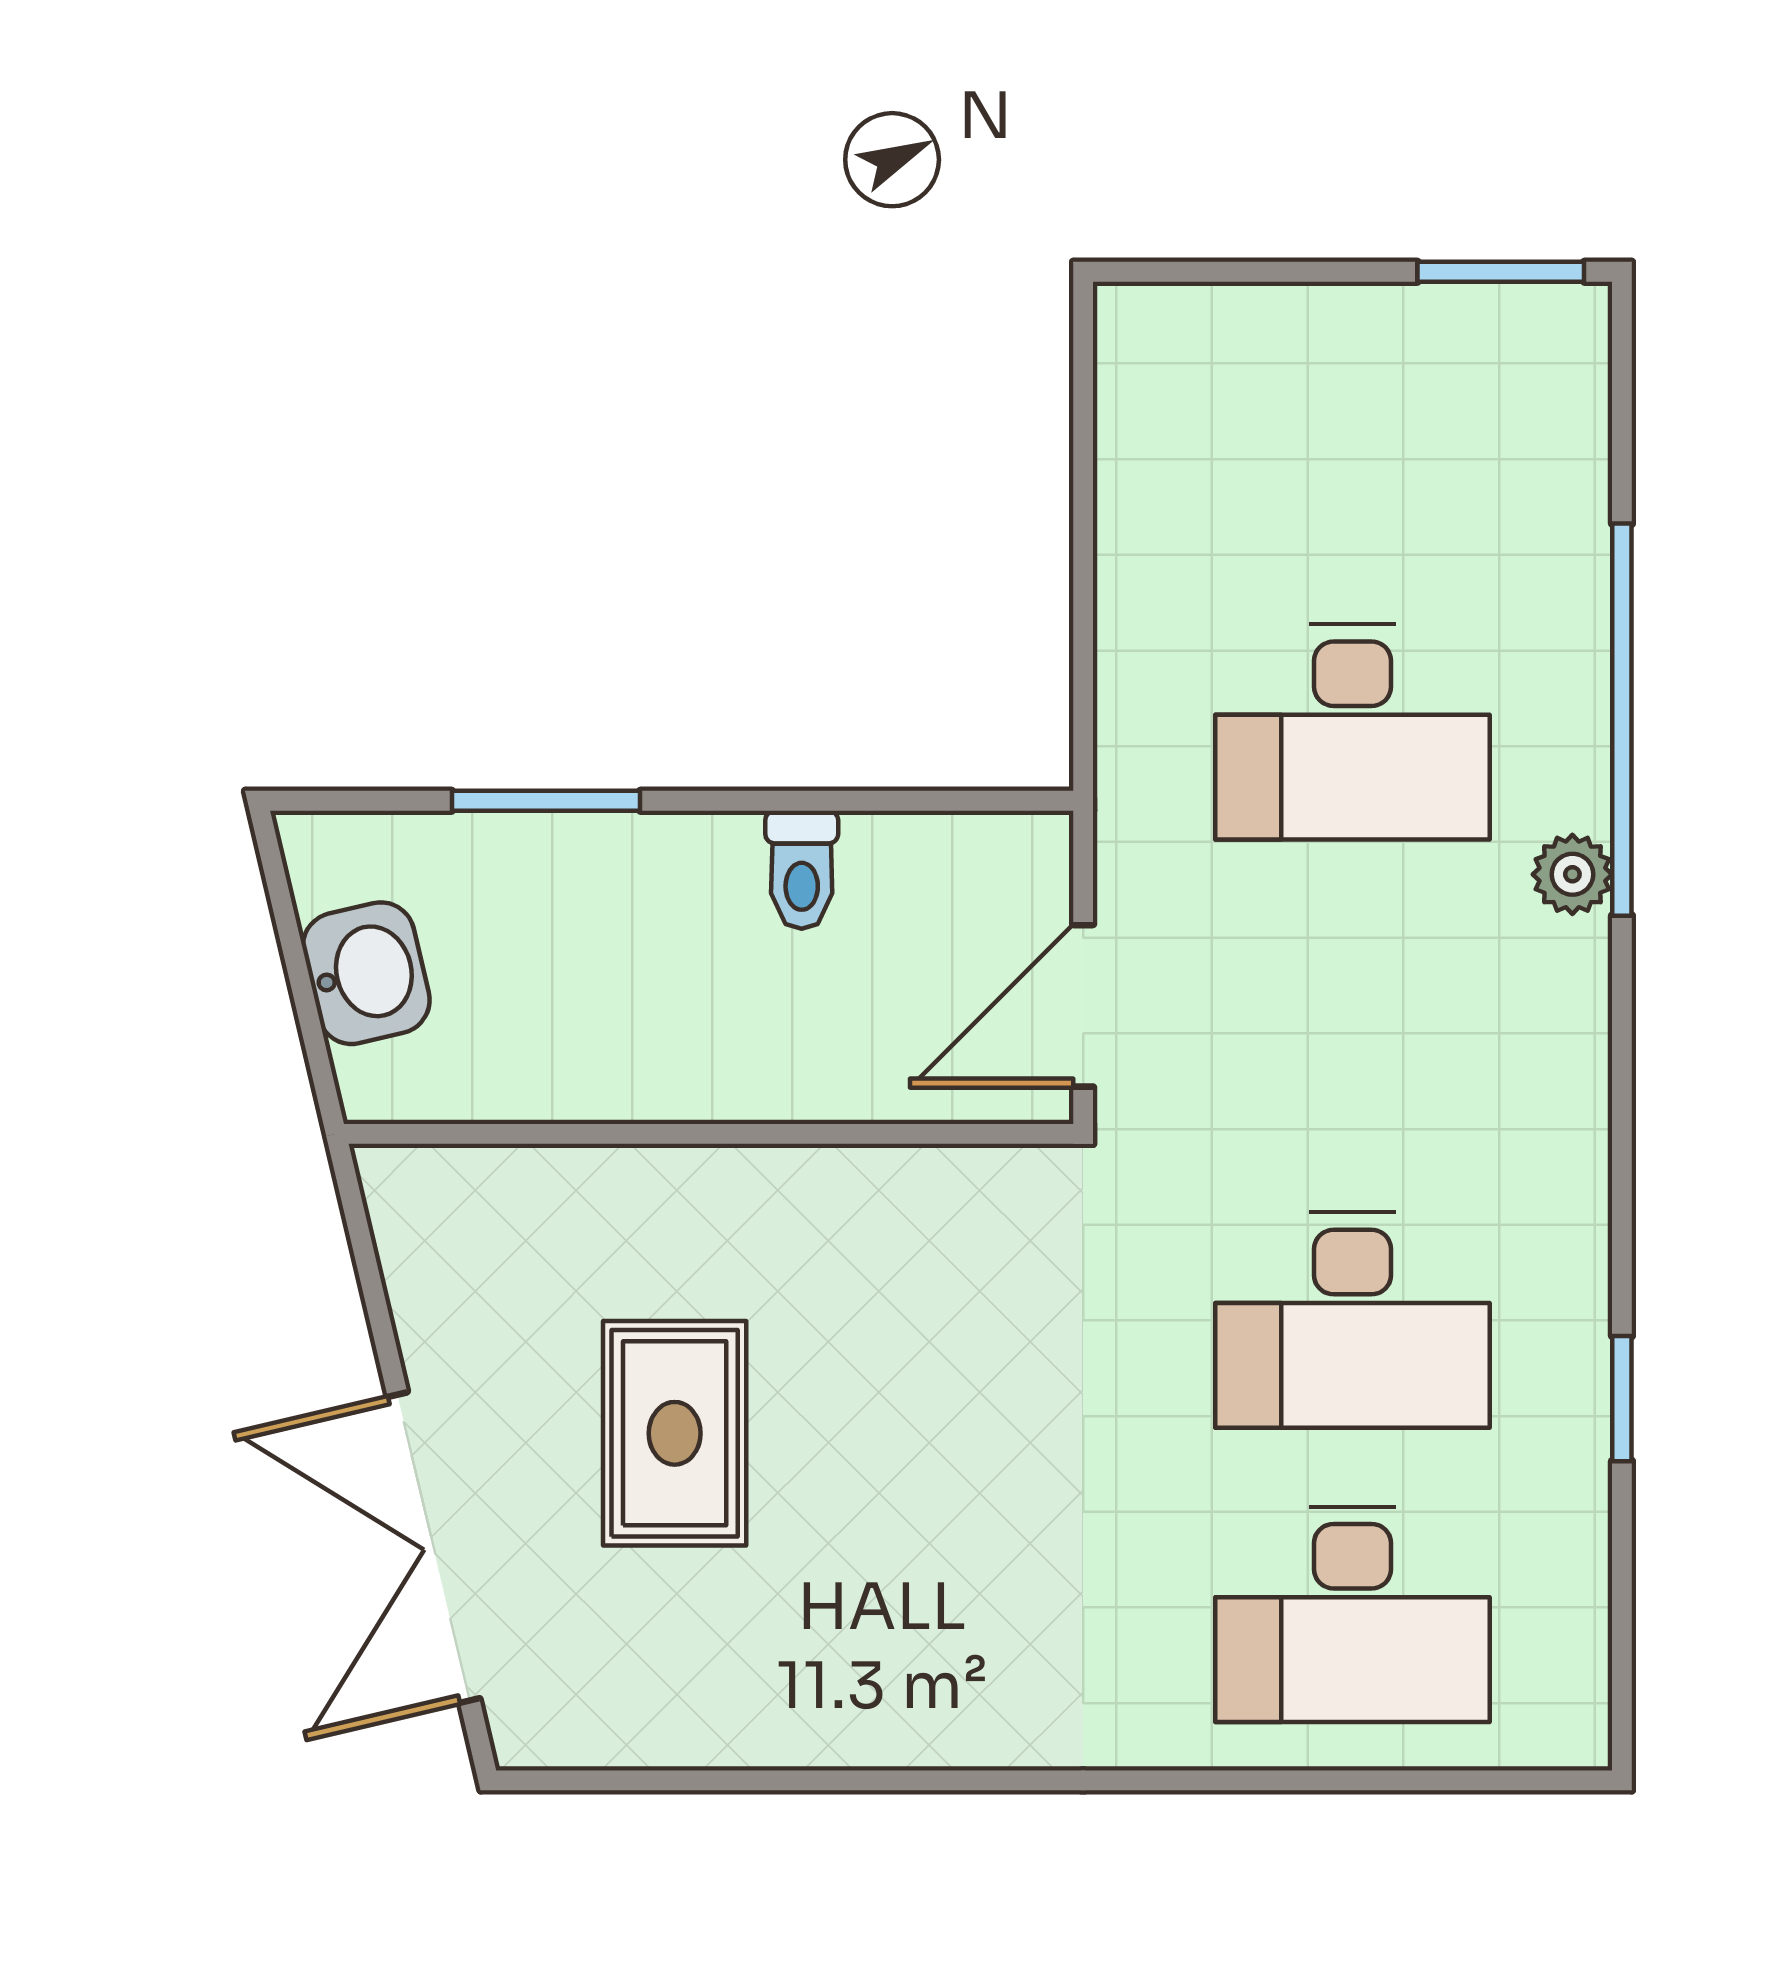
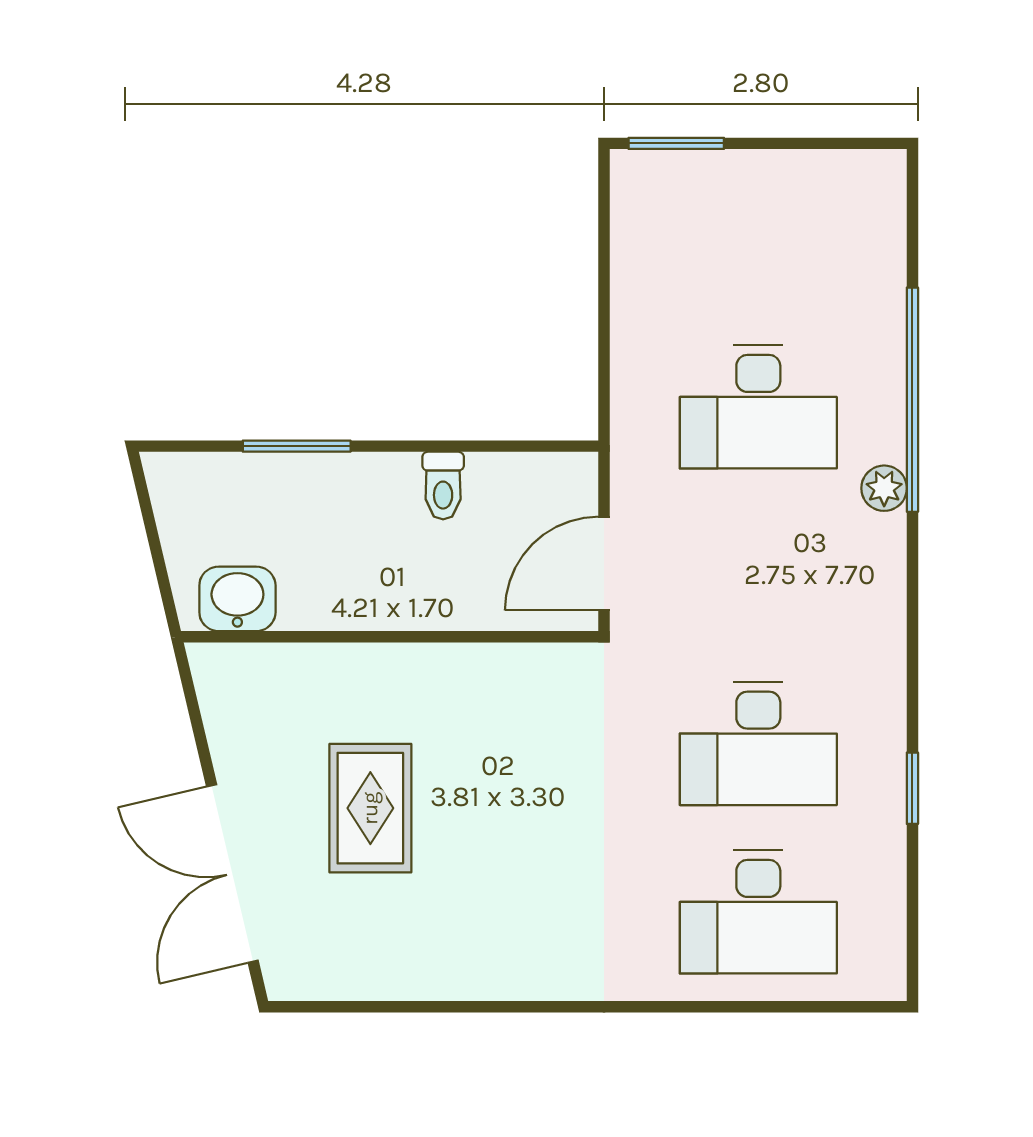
window: (1501, 272) -> (676, 143), moved
washbasin: (366, 973) -> (237, 599), moved, turned -77

